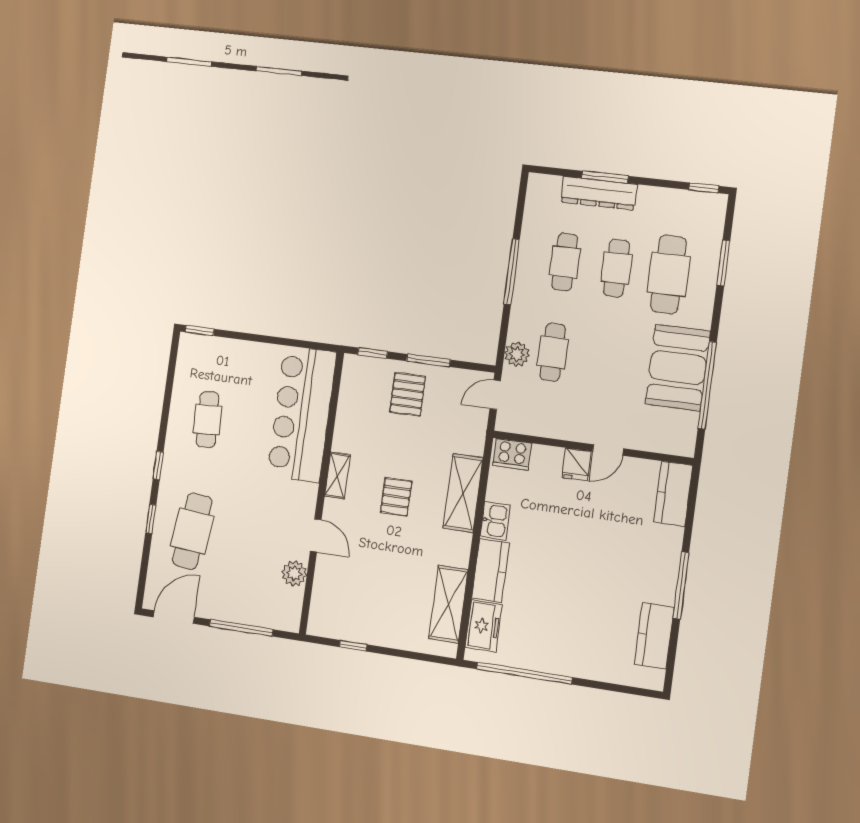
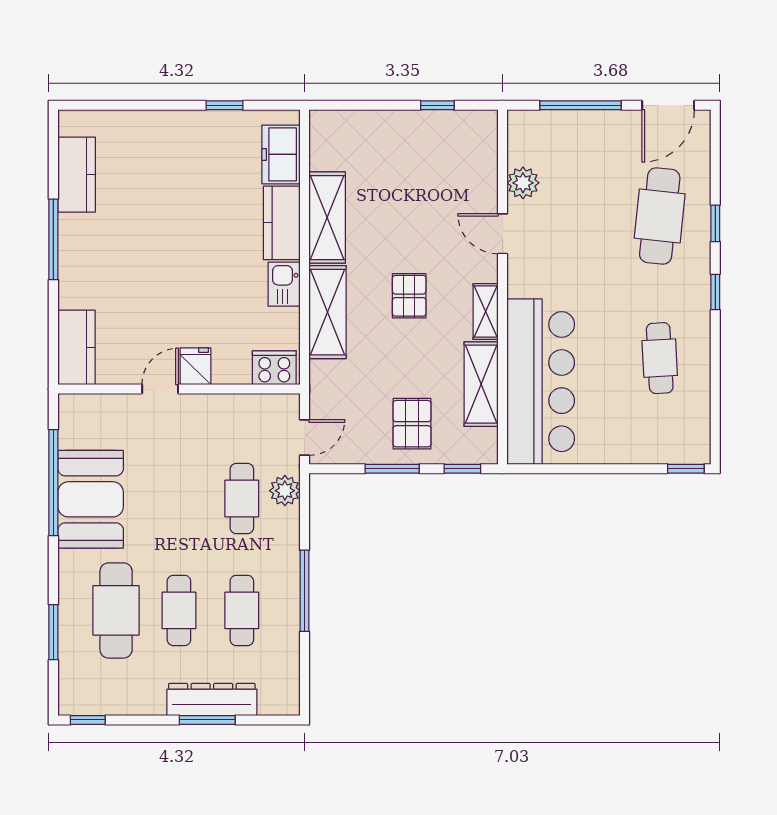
shelving: (349, 418) -> (481, 384), added
shelving: (448, 604) -> (327, 218), moved
window: (524, 673) -> (224, 105), width x0.32

